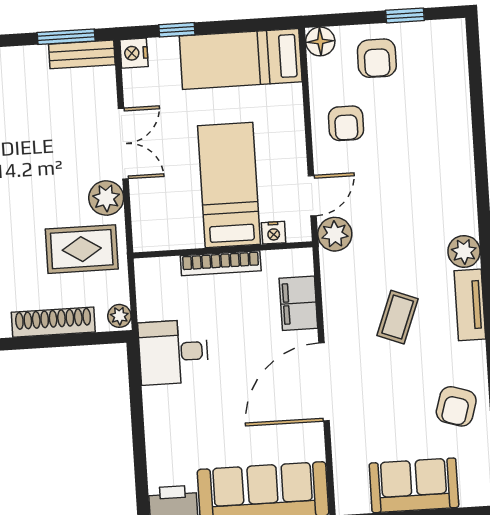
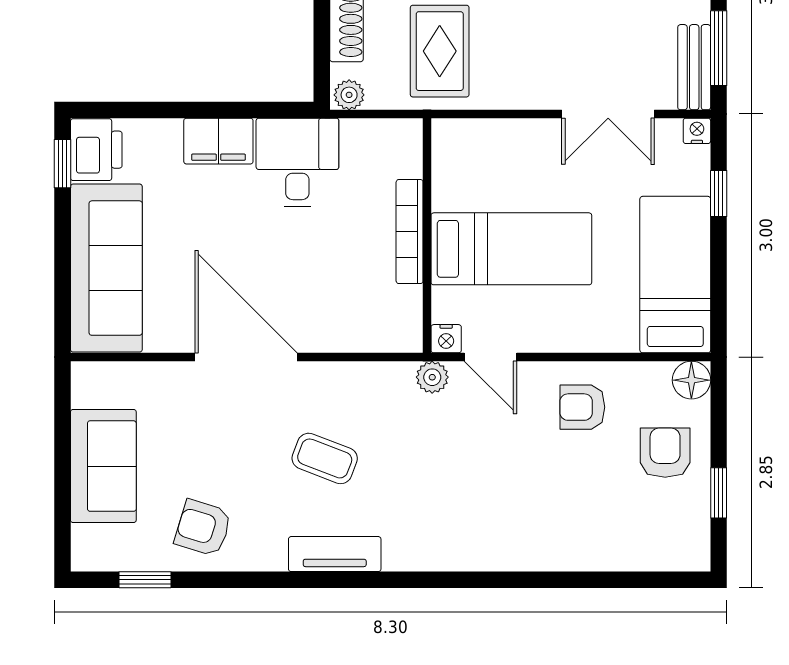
nightstand: (134, 53) -> (697, 131), width x0.72, depth x0.74
armchair: (377, 58) -> (665, 453), turned 90
double door: (123, 144) -> (608, 114), moved
plant: (106, 198) -> (504, 87), removed
nightstand: (274, 233) -> (446, 339), moved, turned -90
plant: (335, 234) -> (432, 377), width x0.73, depth x0.73
plant: (464, 251) -> (405, 551), removed
filing cabinet: (298, 303) -> (218, 141), moved, turned 180

